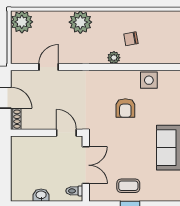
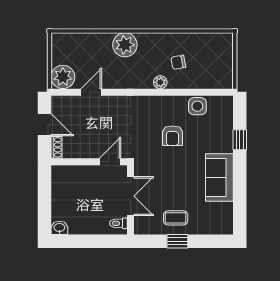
plant: (22, 22) -> (63, 77), moved
door: (66, 133) -> (110, 162), hinge flipped
washbasin: (41, 195) -> (59, 228), moved

